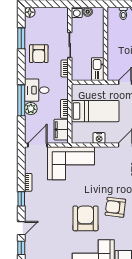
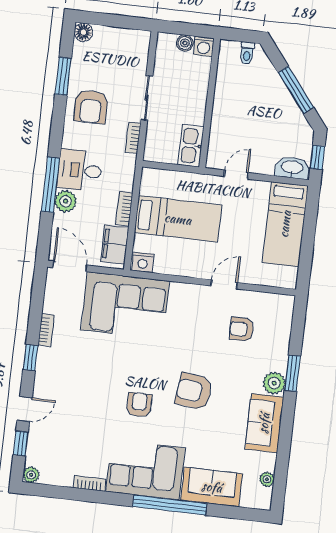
washing machine: (77, 12) -> (204, 46), moved
nightstand: (99, 138) -> (143, 262), moved
door: (37, 145) -> (70, 266), hinge flipped
armchair: (85, 218) -> (139, 405), width x0.53, depth x0.53

